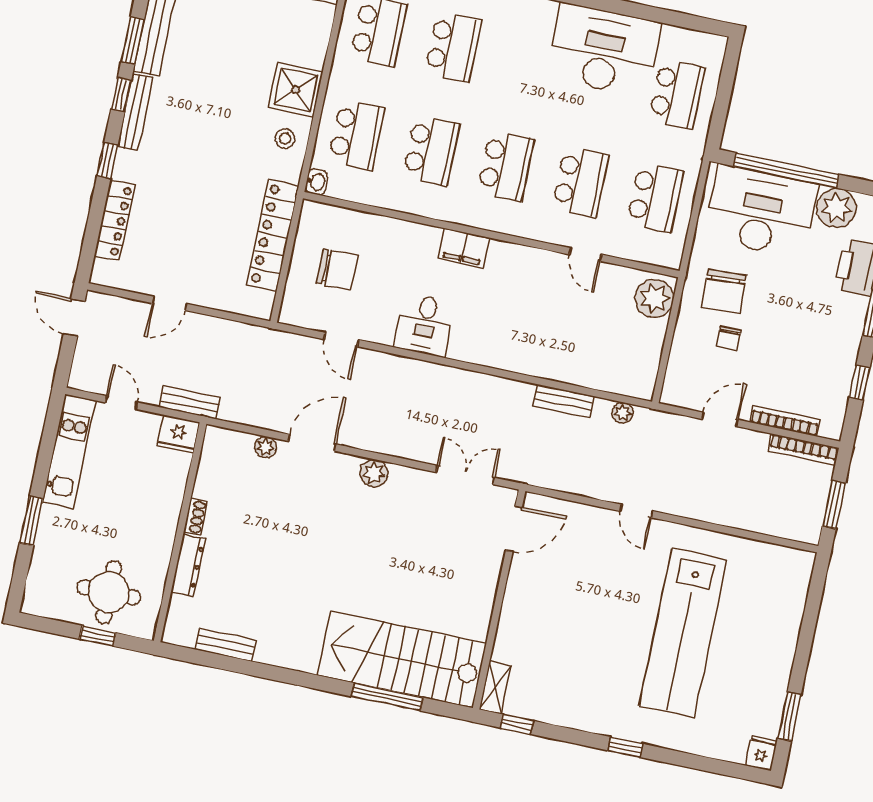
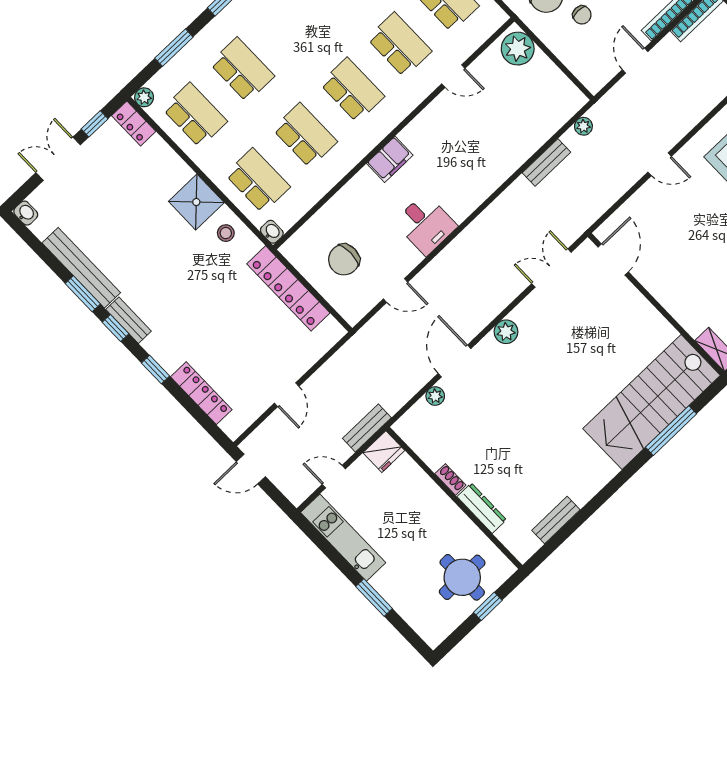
bench: (135, 112) -> (129, 320), width x0.73
chair: (337, 270) -> (344, 260), turned 180

